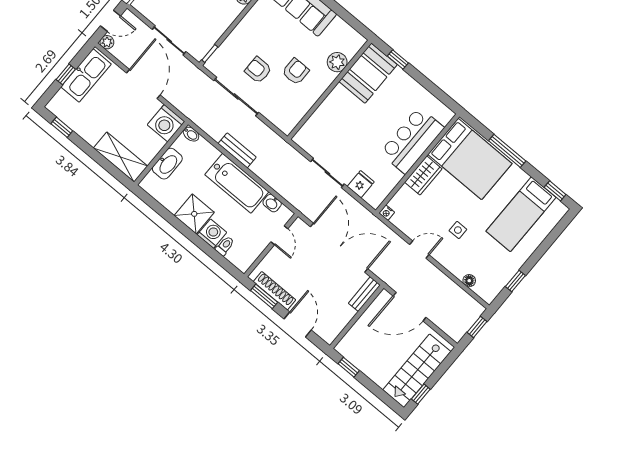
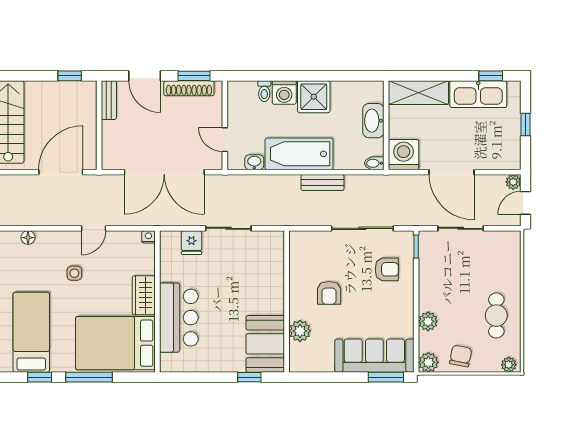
armchair: (258, 70) -> (387, 269), moved
kitchen sink: (86, 75) -> (478, 94), moved, turned -90
window: (555, 191) -> (40, 377), moved
bench: (364, 294) -> (109, 100), moved

